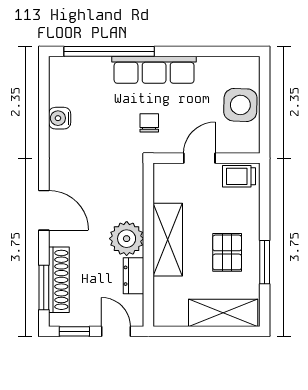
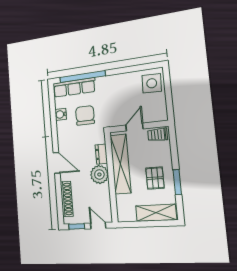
row of seats: (154, 70) -> (74, 87), moved
side table: (240, 105) -> (152, 83), moved
chair: (149, 123) -> (85, 115), moved, width x1.87, depth x1.87
shelving: (168, 240) -> (121, 164), width x1.47
dresser: (133, 276) -> (101, 154), moved
window: (44, 288) -> (60, 204), removed

